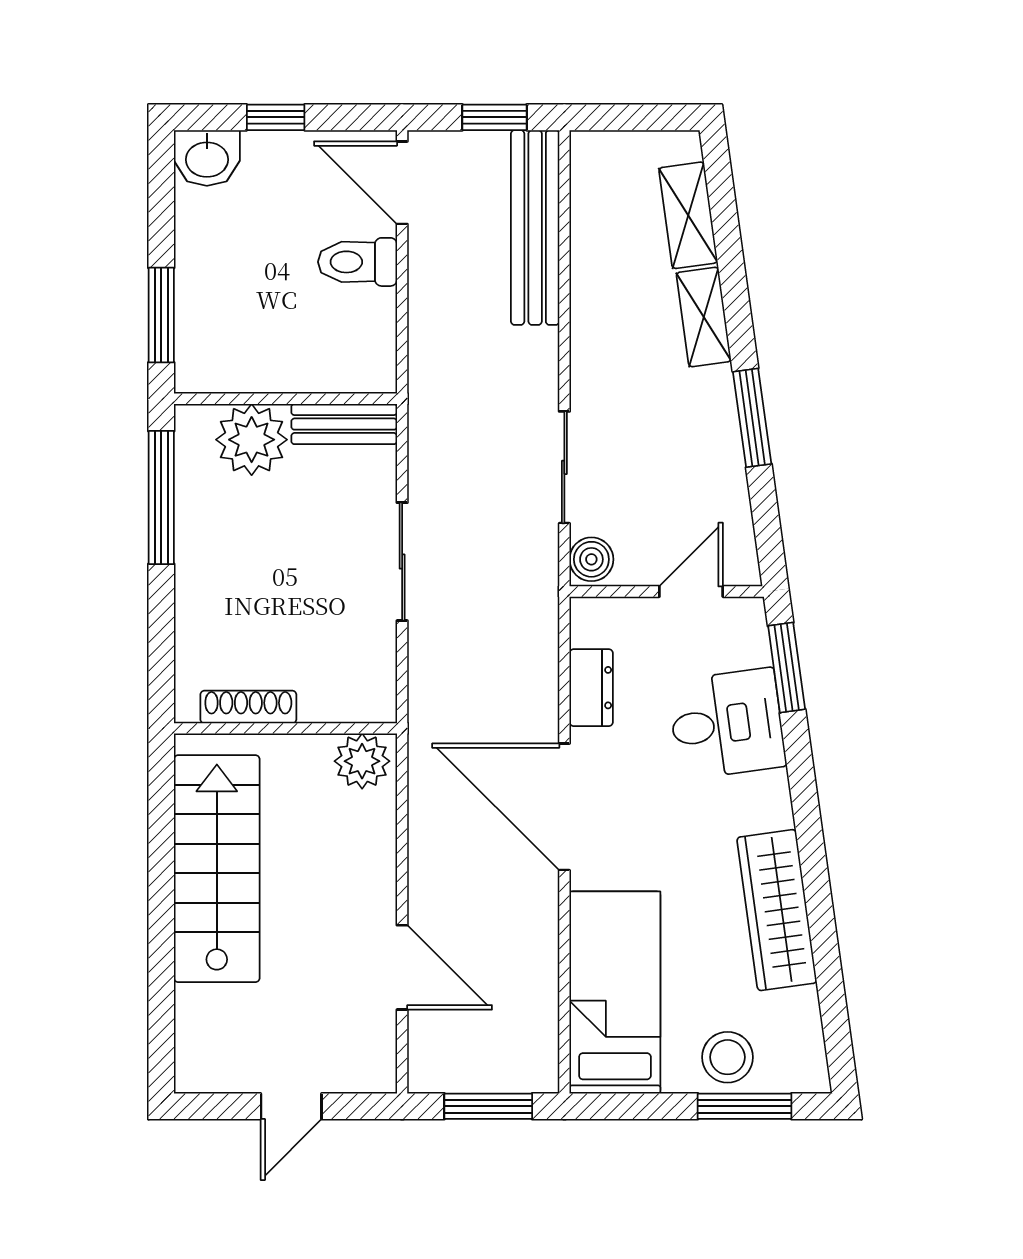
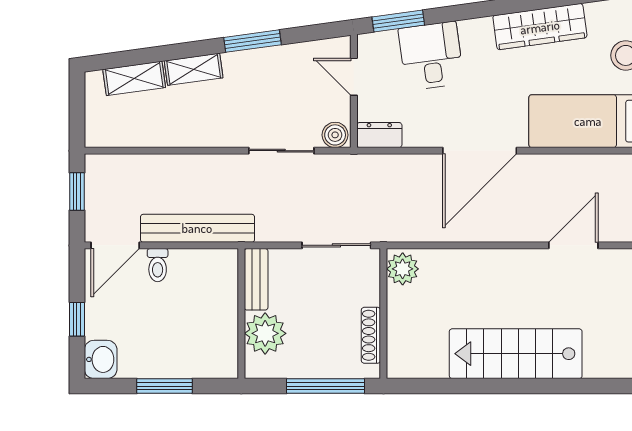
bench: (535, 227) -> (197, 228), moved
toilet: (357, 262) -> (158, 265), width x0.73, depth x0.72
window: (161, 315) -> (165, 386), moved
window: (161, 498) -> (325, 386), moved
dresser: (591, 688) -> (379, 135), moved
shoe rack: (248, 707) -> (371, 335), moved
wall: (286, 728) -> (383, 314), moved
plant: (362, 761) -> (403, 269), moved

